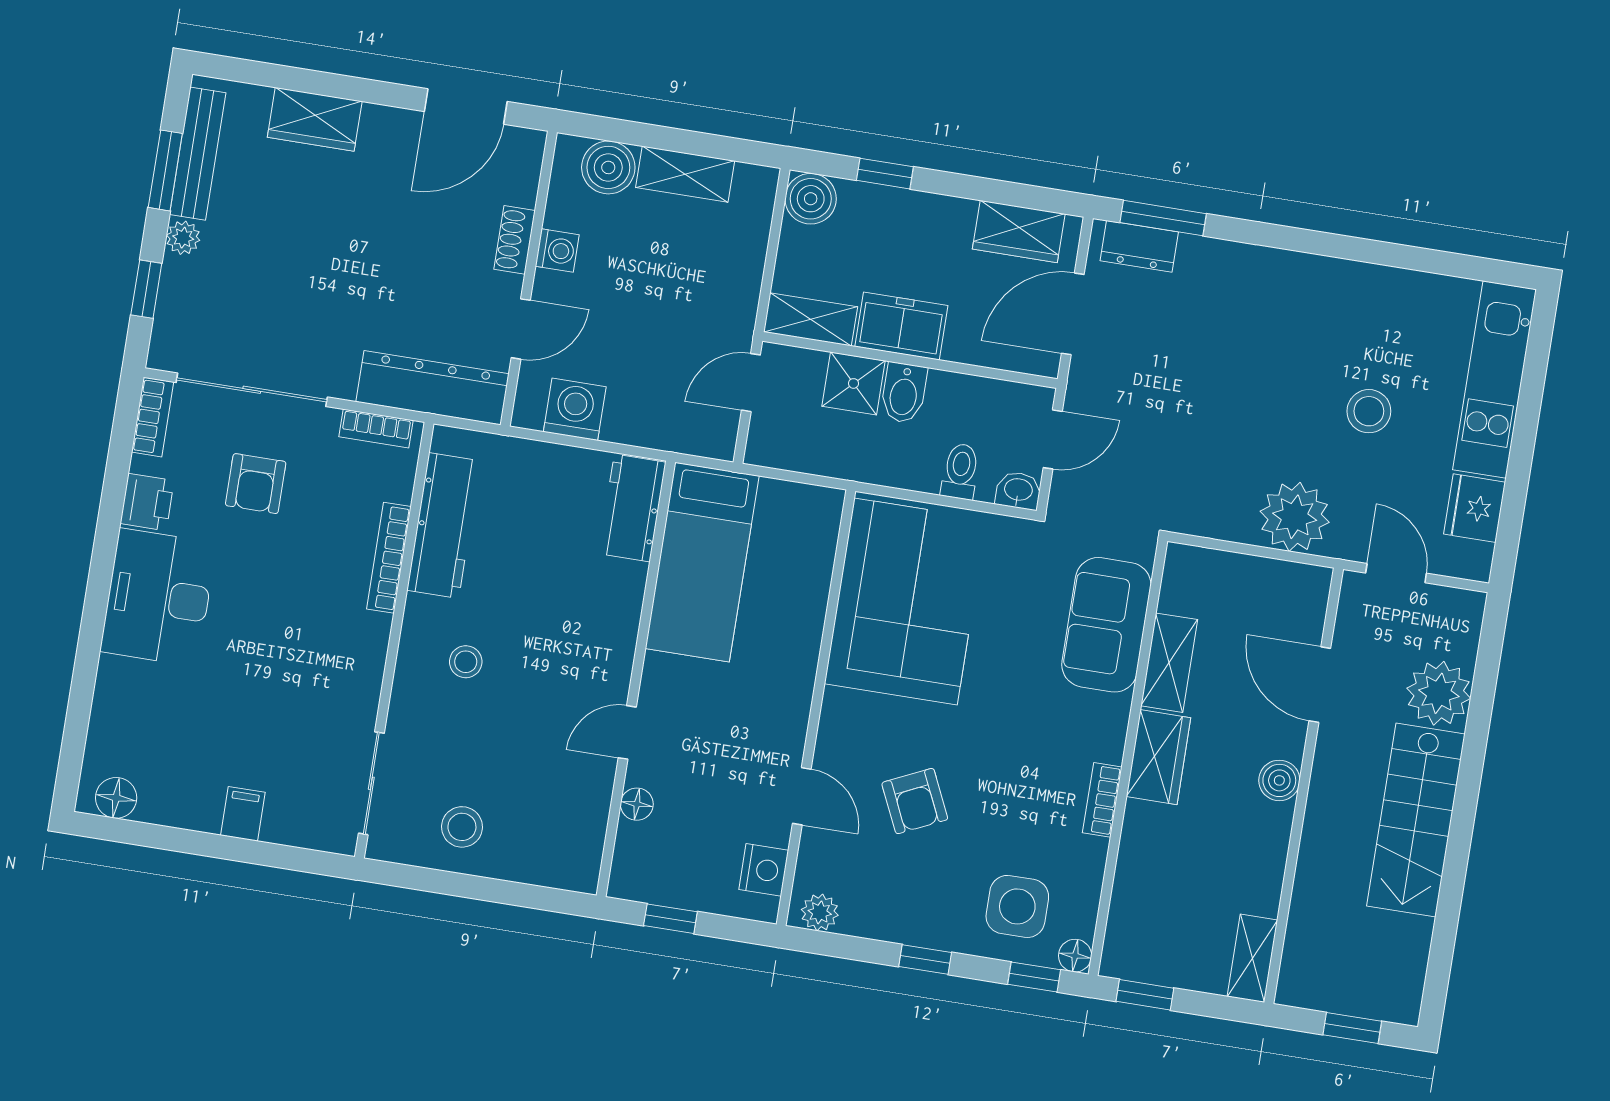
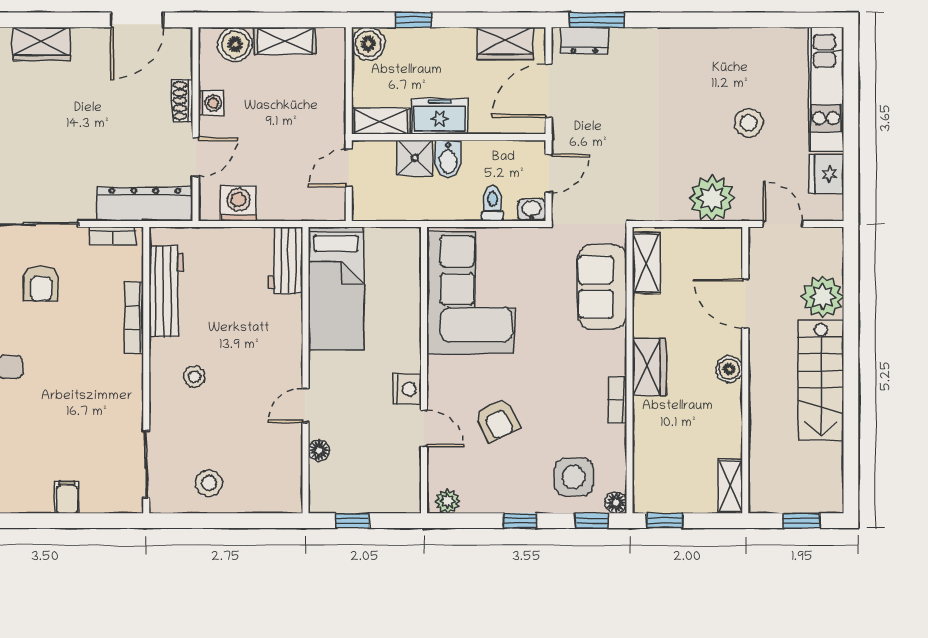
shelving: (1169, 663) -> (646, 263), moved
nightstand: (764, 870) -> (407, 389), moved

